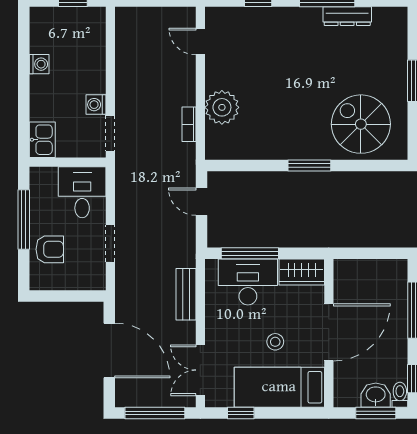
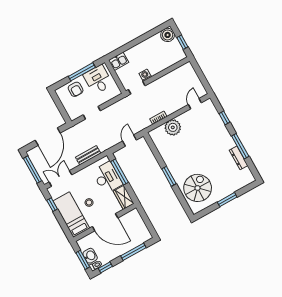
boiler: (44, 21) -> (168, 35), added
washing machine: (39, 64) -> (149, 43), removed
desk: (82, 192) -> (98, 80), moved, turned -90

